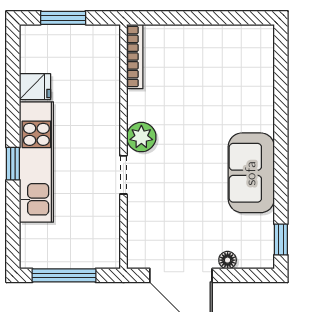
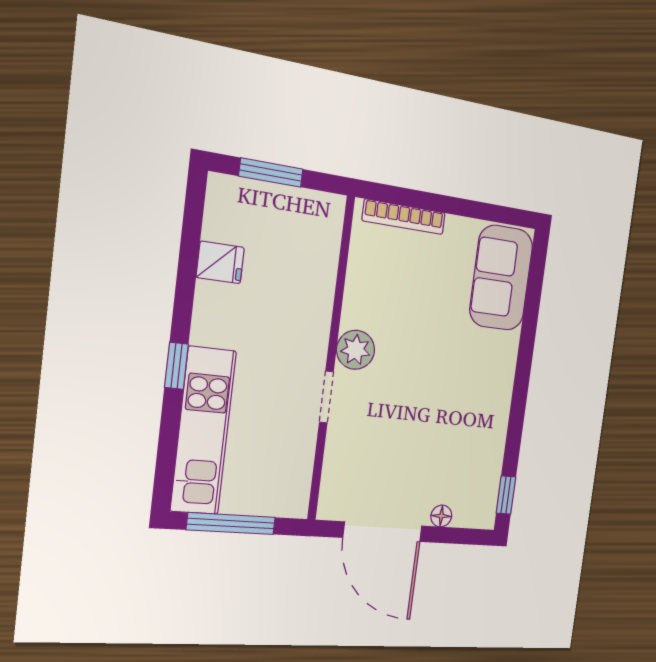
bookcase: (135, 57) -> (404, 217), moved, turned 90
kitchen unit: (36, 162) -> (203, 431), moved
sofa: (251, 173) -> (501, 278), moved

